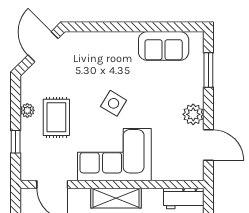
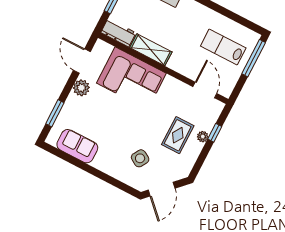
side table: (114, 103) -> (140, 158), moved
plant: (27, 110) -> (203, 137), moved
corner sofa: (114, 155) -> (131, 78), moved
shelving: (116, 198) -> (151, 50), moved

